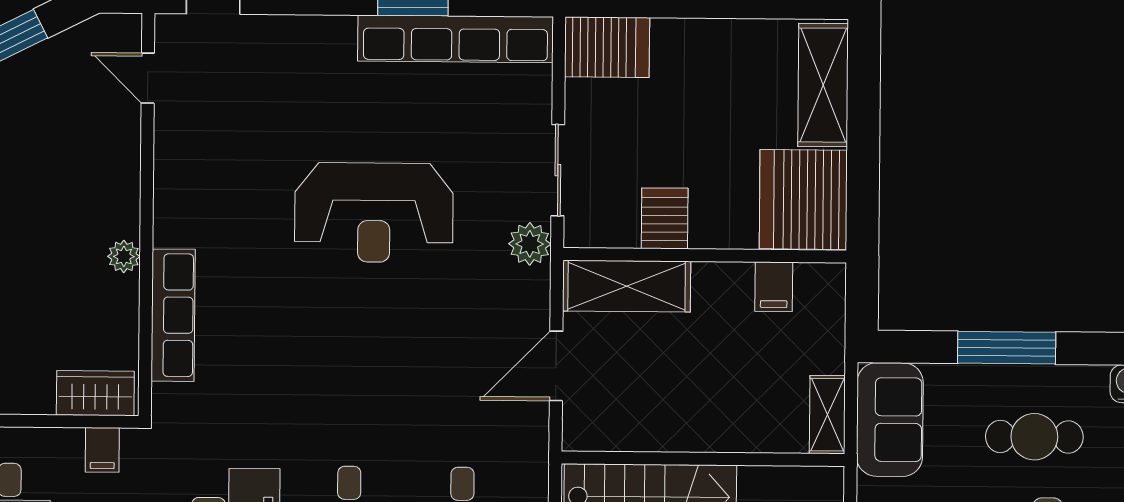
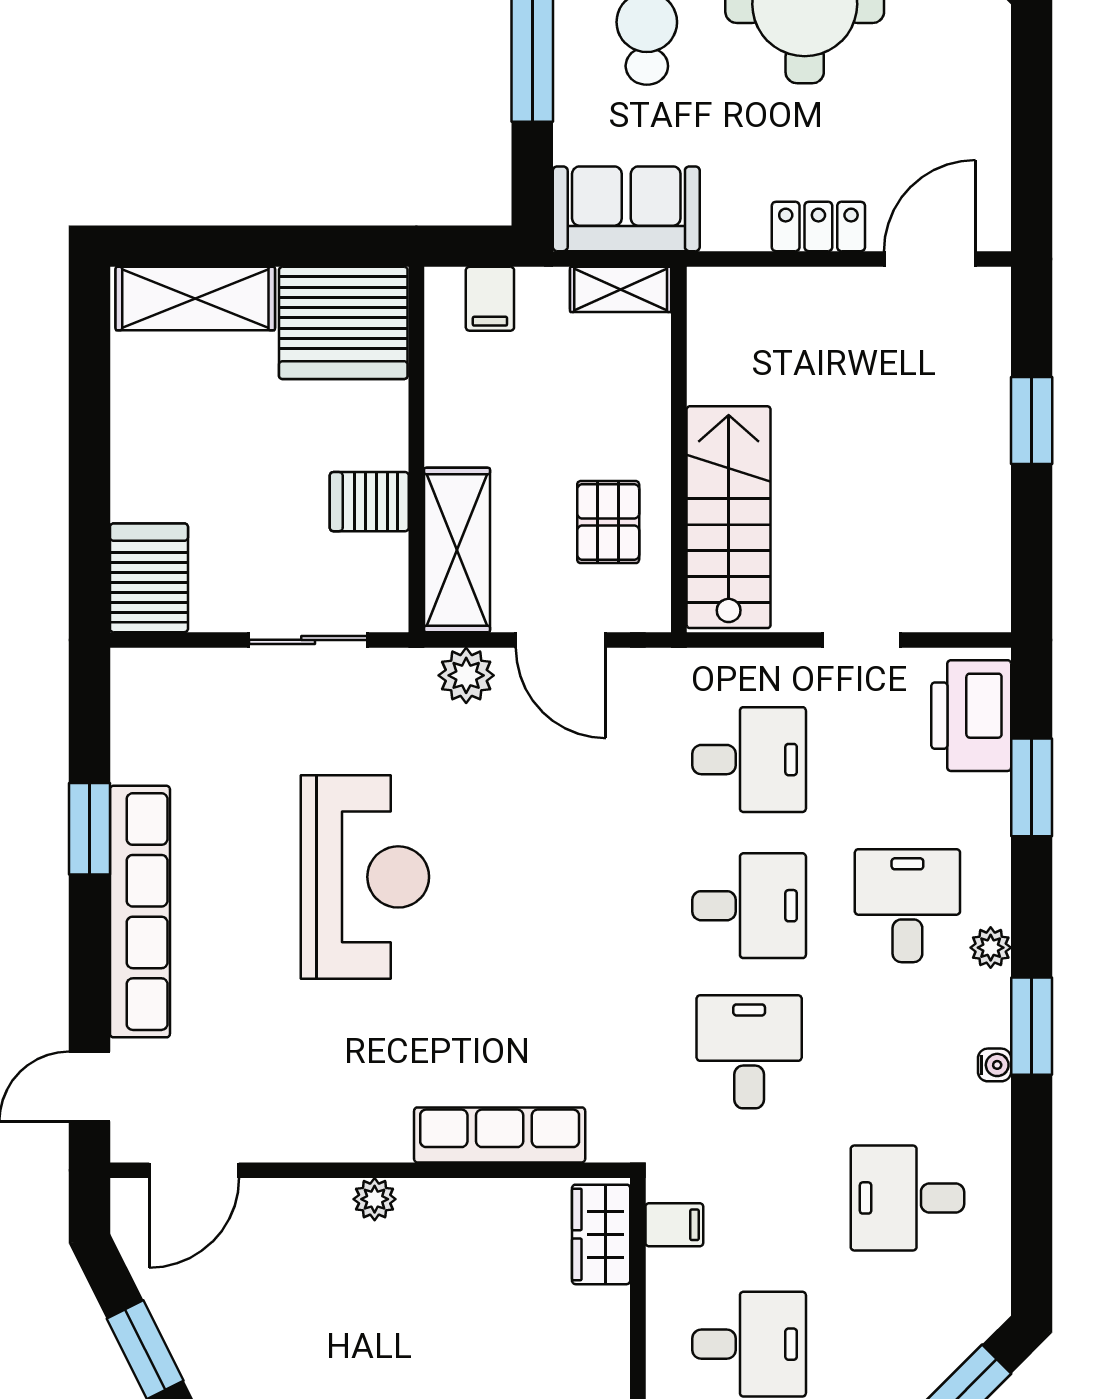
row of seats: (455, 39) -> (140, 912), moved
door: (148, 78) -> (194, 1170), width x1.38
plant: (530, 244) -> (466, 675), moved
plant: (124, 256) -> (375, 1199), moved
filing cabinet: (774, 287) -> (490, 299), moved, turned 90
pallet: (647, 403) -> (608, 522), added

